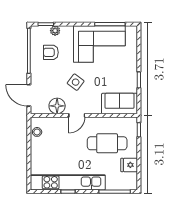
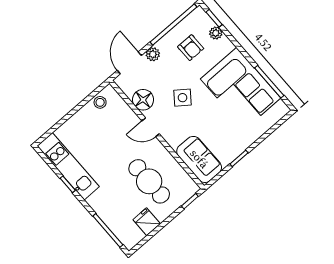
armchair: (51, 52) -> (191, 48), turned 180
plant: (36, 78) -> (153, 54), added
kitchen unit: (68, 182) -> (68, 166), width x0.73

